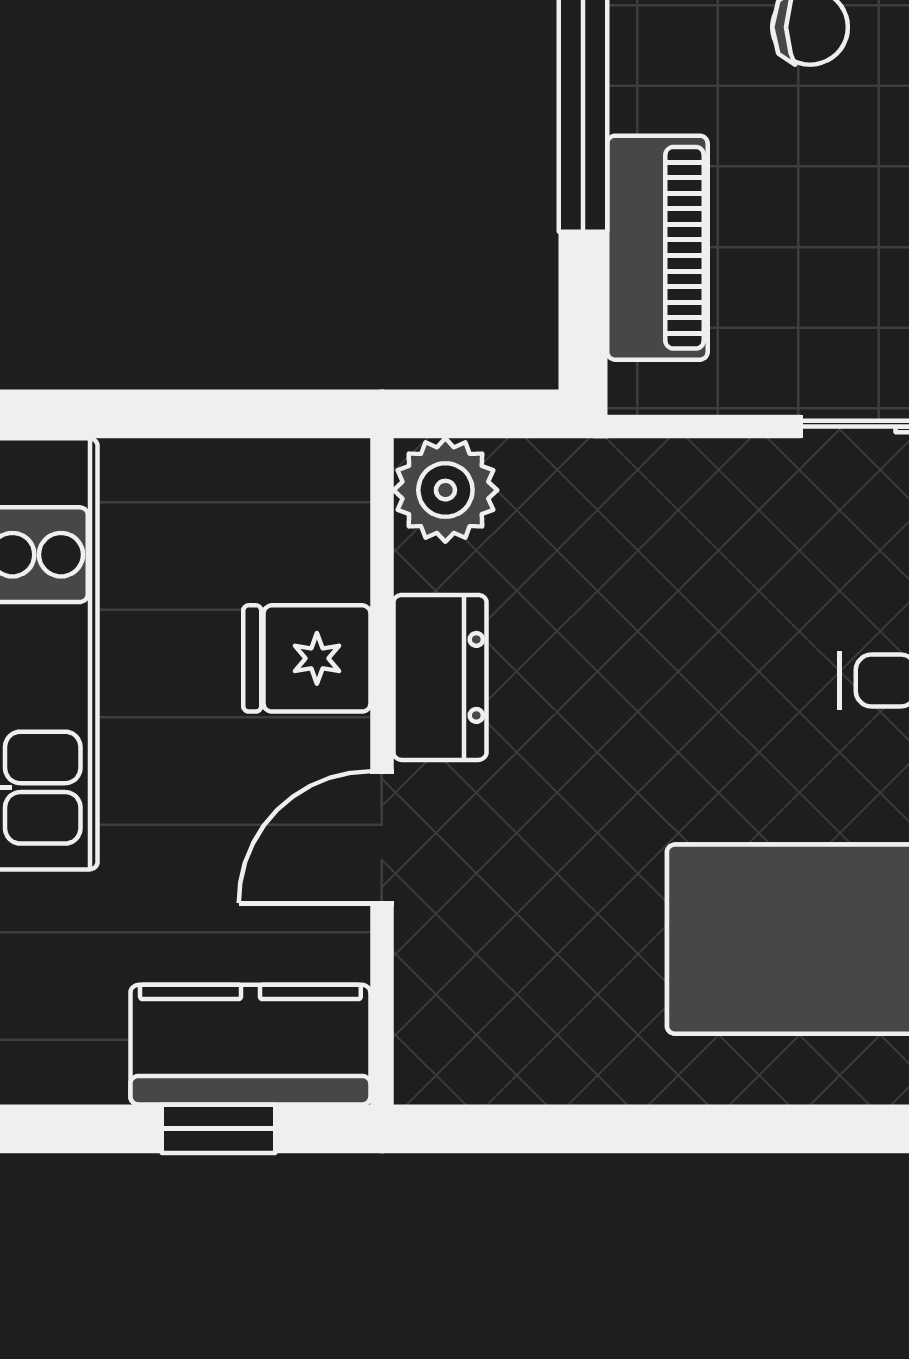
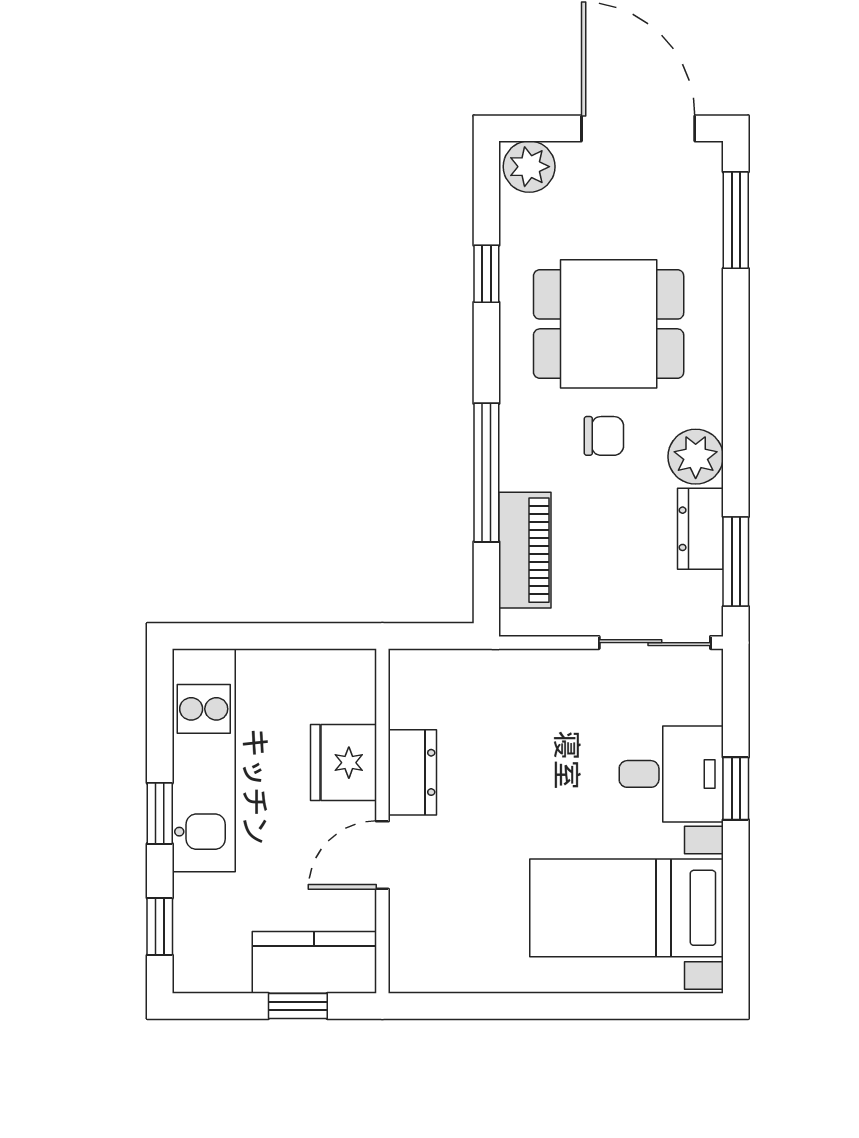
plant: (445, 490) -> (415, 675), removed
fridge: (307, 658) -> (344, 763), width x1.38

